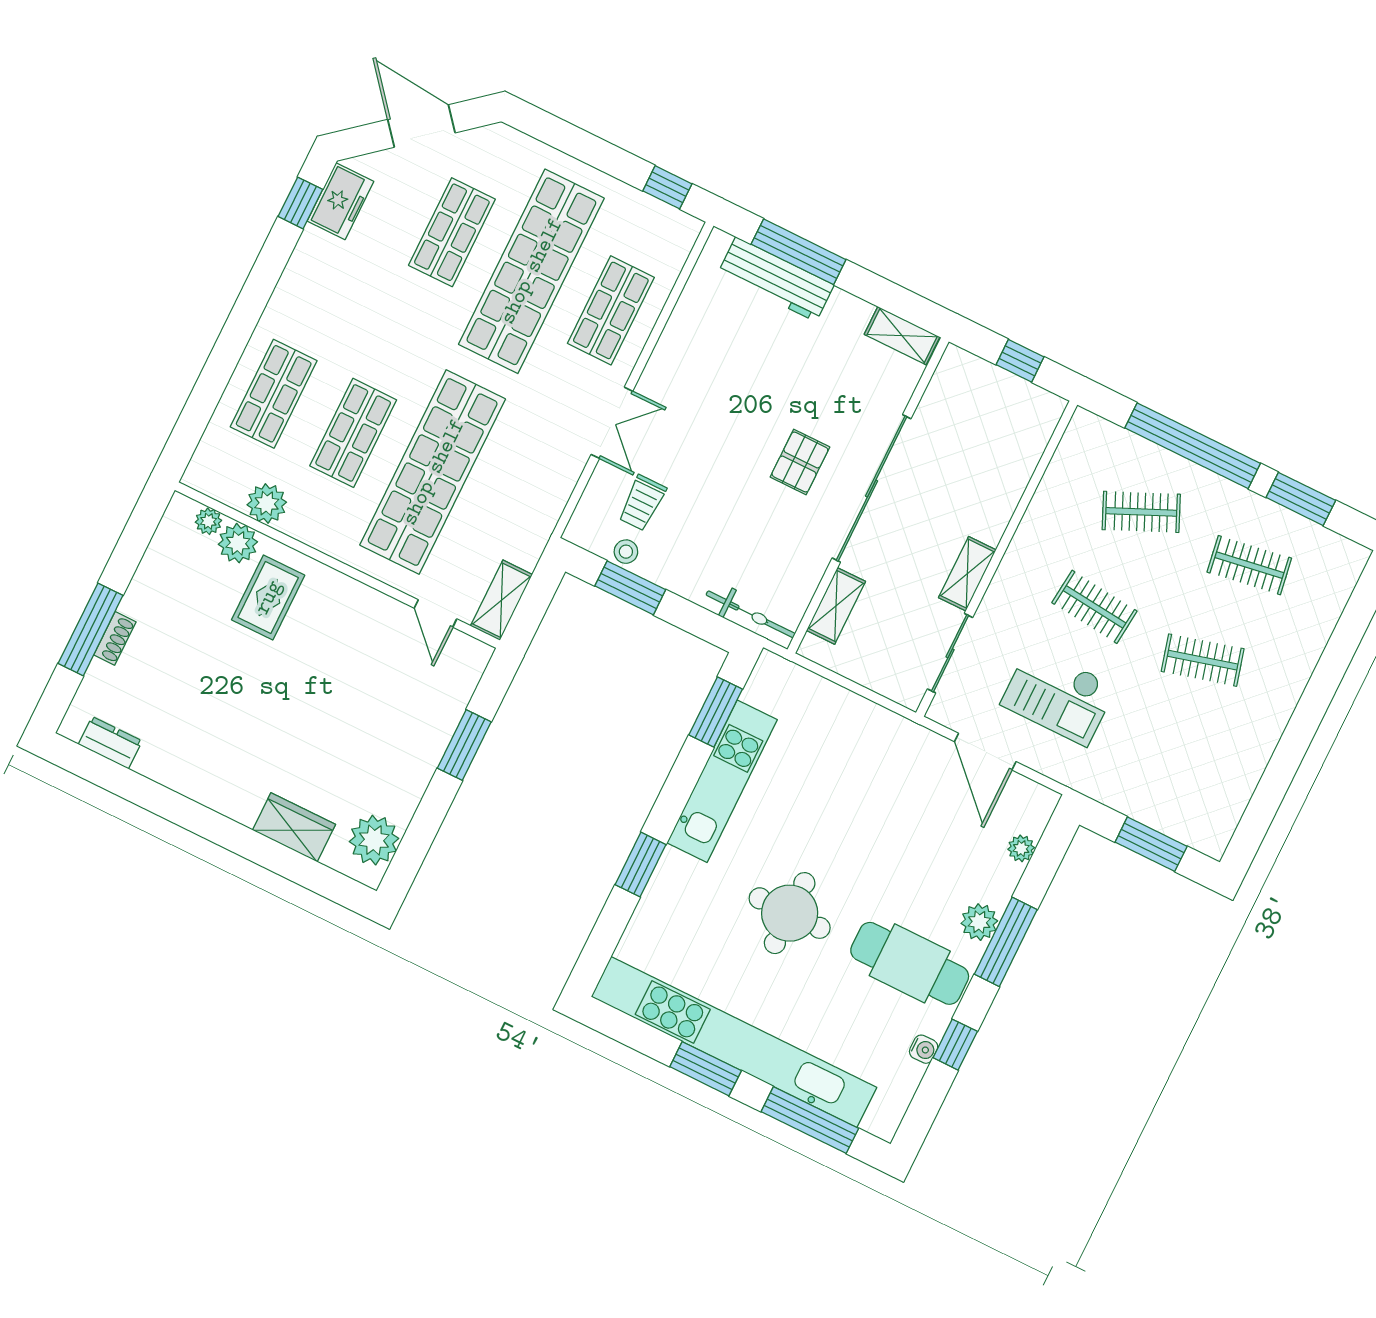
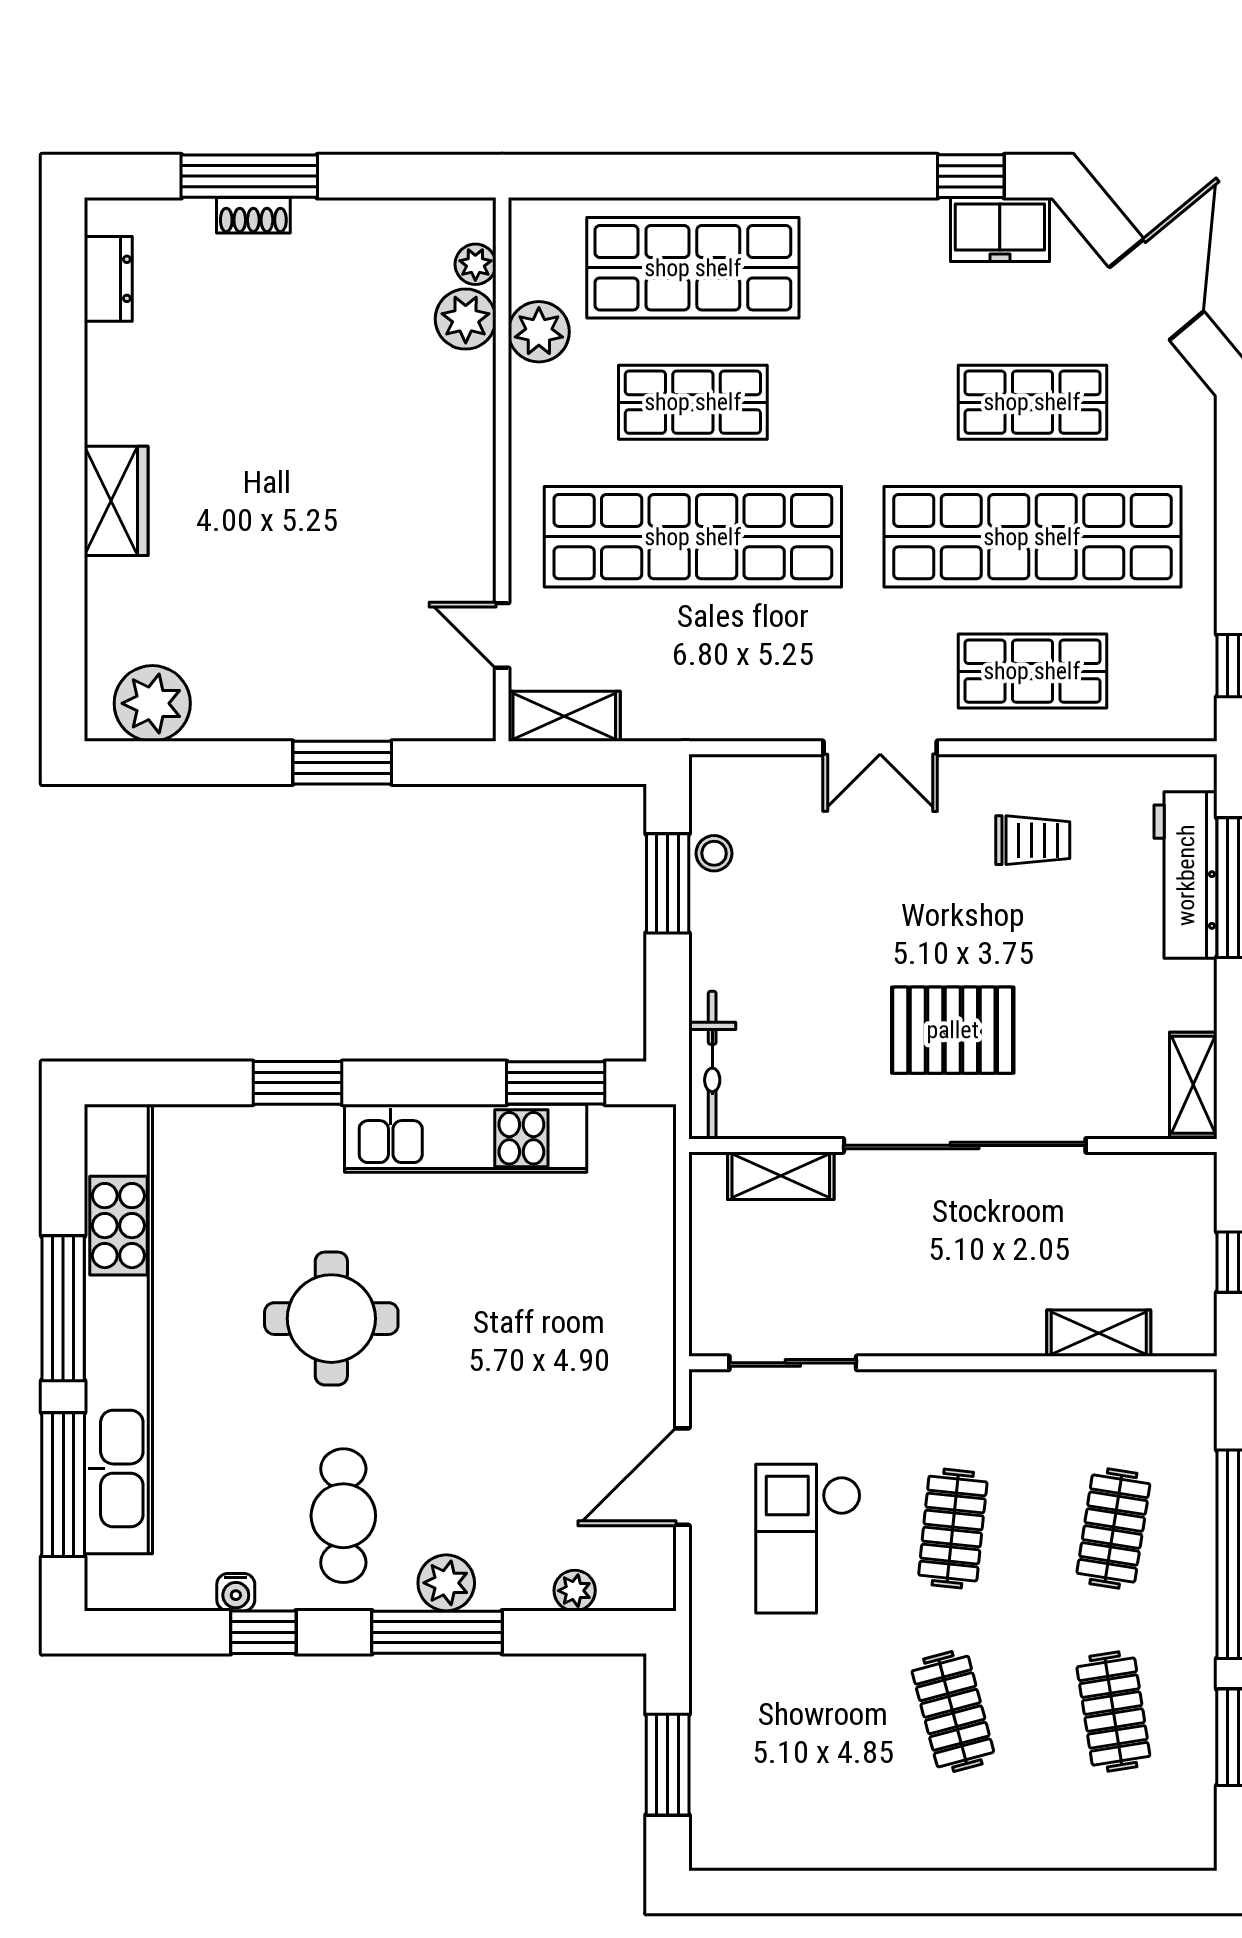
shop shelf: (274, 394) -> (693, 268), width x1.43, depth x1.36
pallet: (800, 462) -> (953, 1030), width x1.50, depth x1.42
trolley: (642, 503) -> (1033, 840), moved, turned 180
clothes rail: (1141, 512) -> (1113, 1529), turned 33
shelving: (967, 574) -> (1099, 1333), moved
rug: (268, 597) -> (412, 397), removed
door: (436, 613) -> (502, 635), hinge flipped
wardrobe: (294, 827) -> (116, 501), moved
cafe table: (910, 963) -> (343, 1516), width x0.73, depth x0.74
window: (706, 1069) -> (63, 1308), width x1.44

